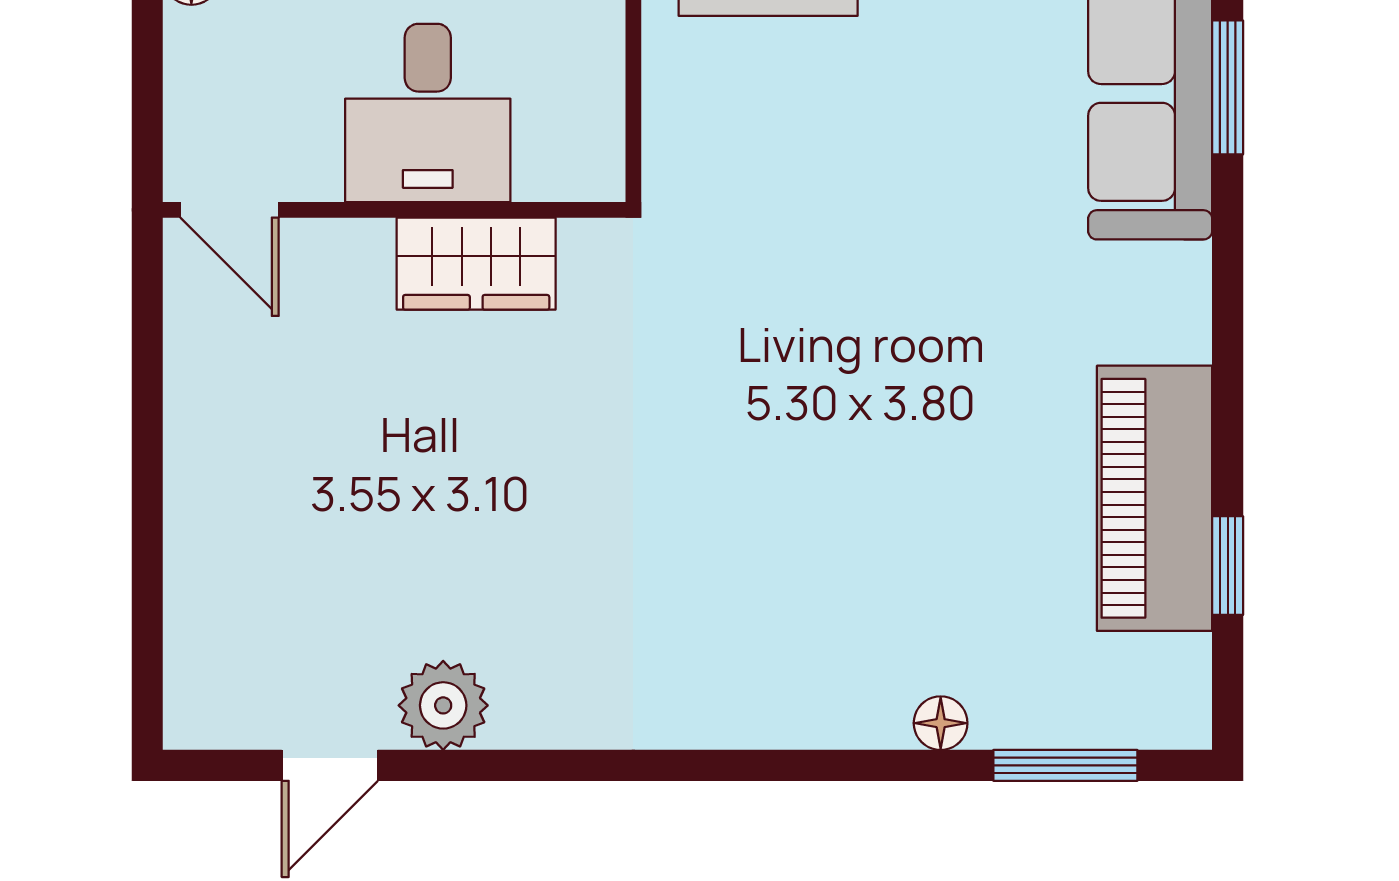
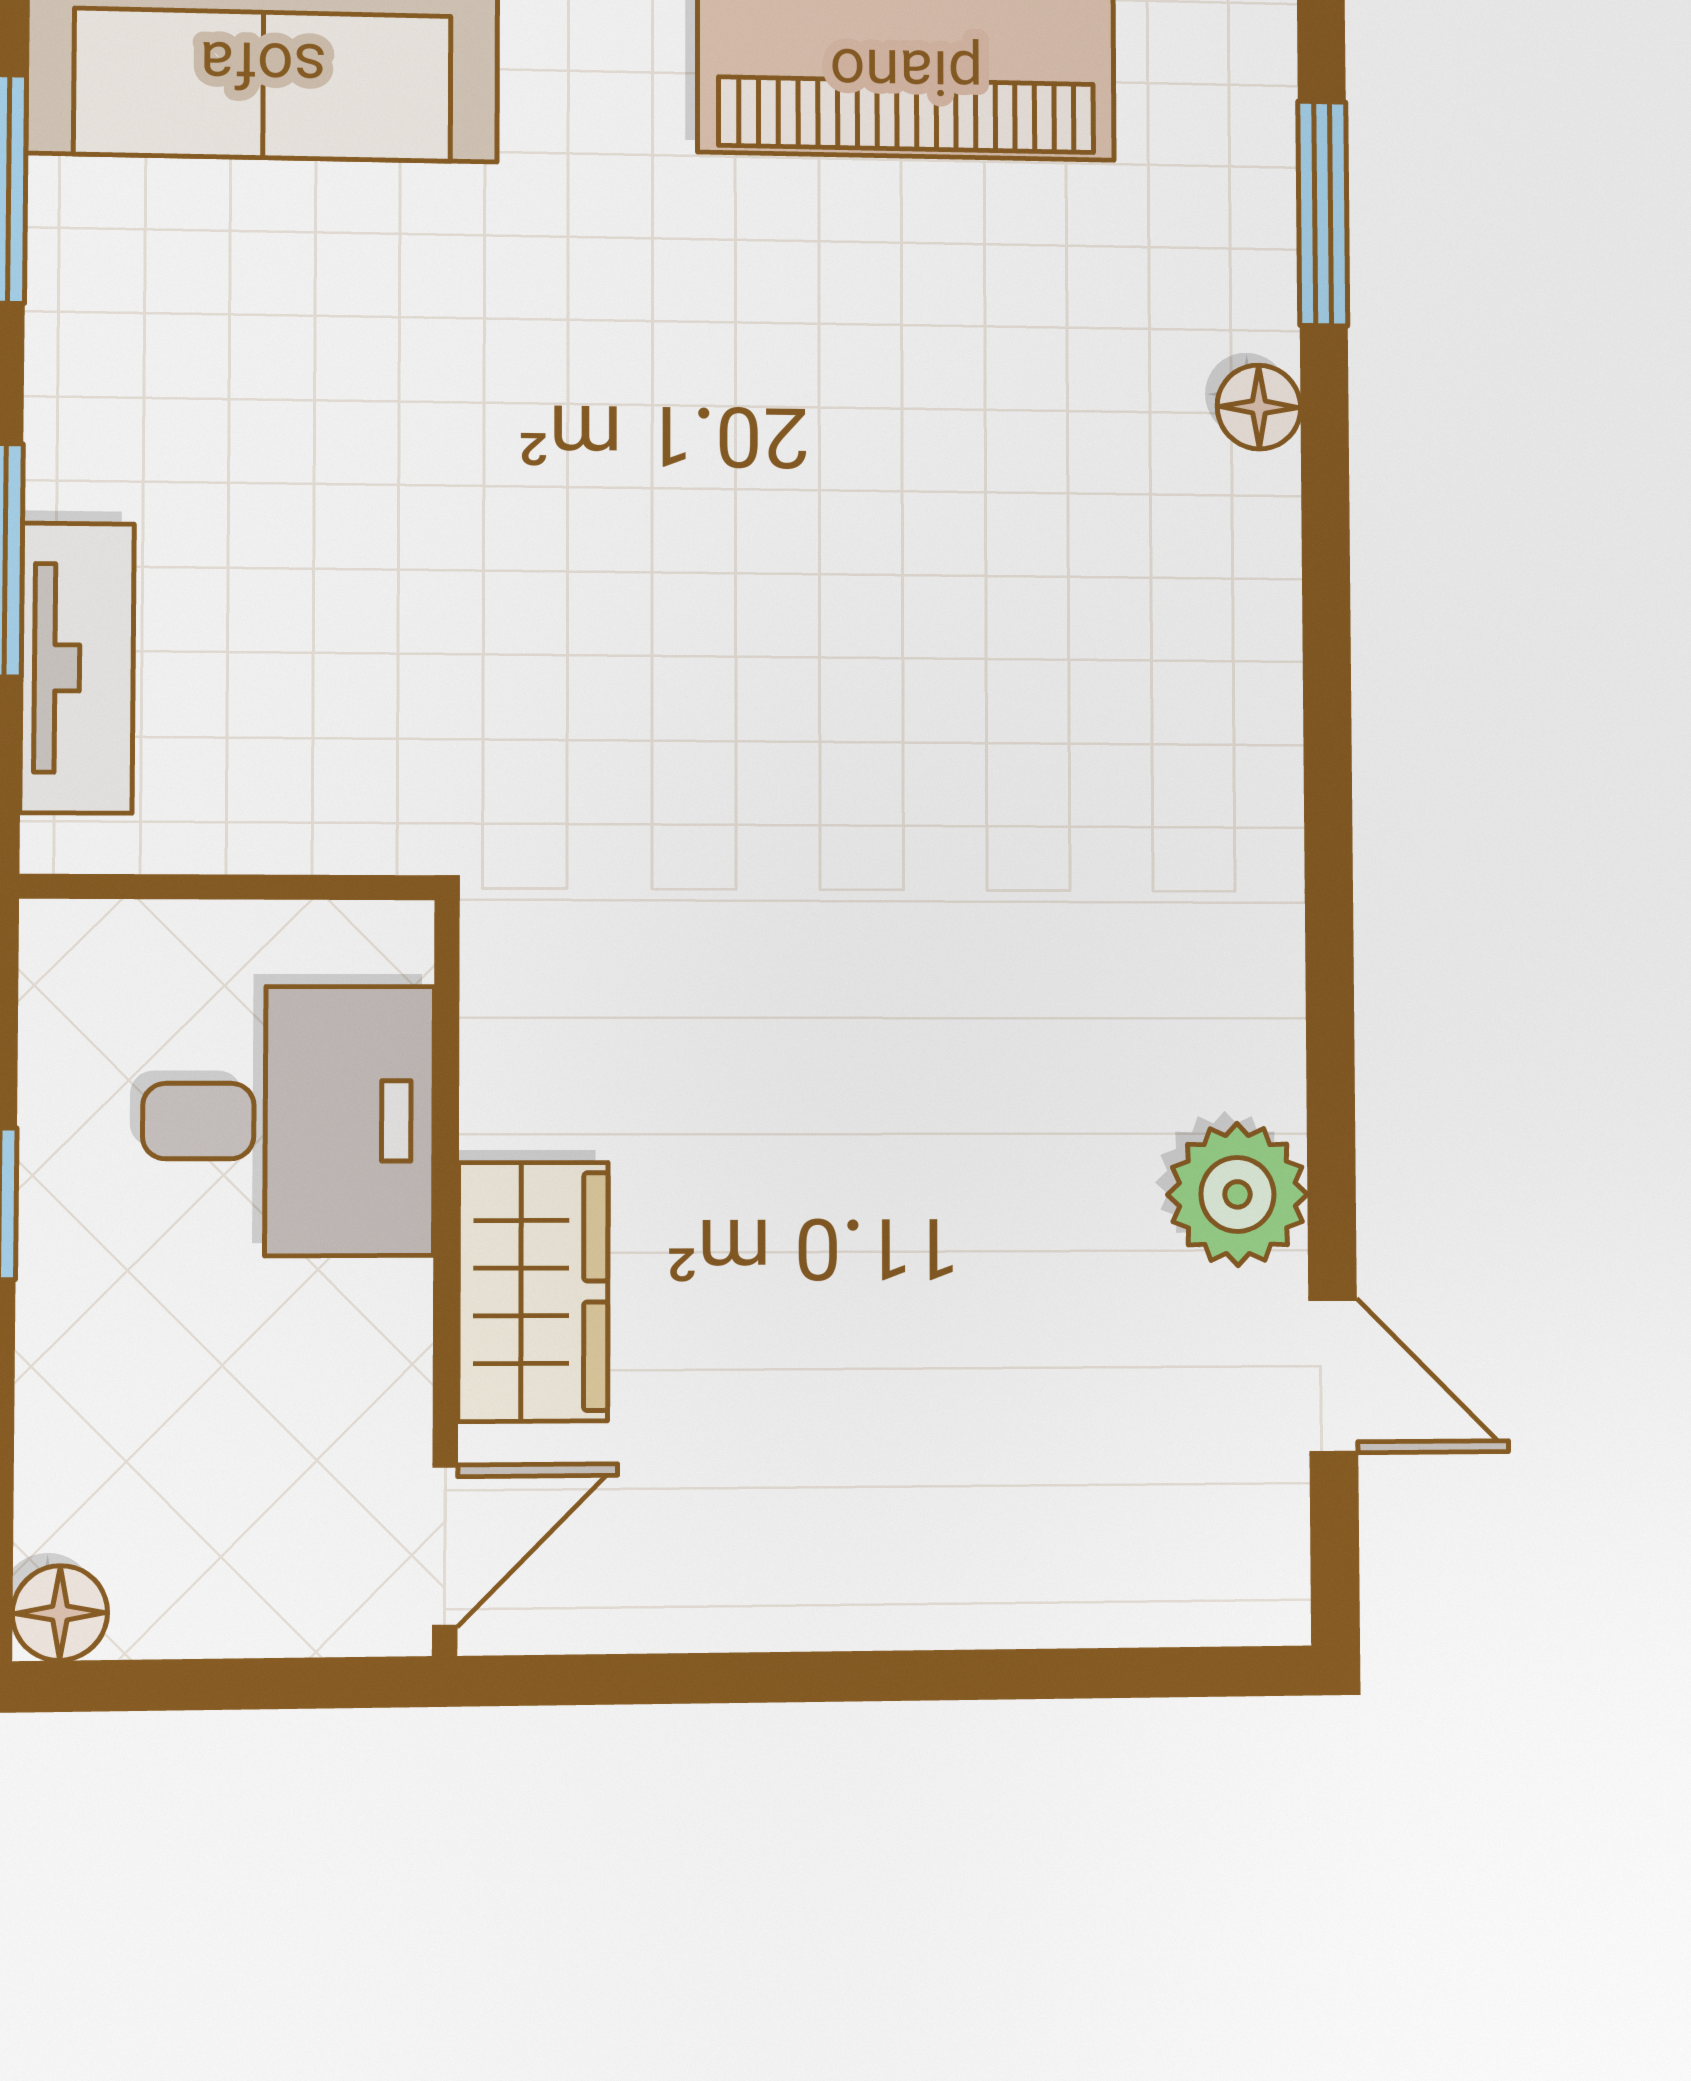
desk: (428, 113) -> (289, 1121), moved
wardrobe: (476, 264) -> (533, 1292), moved

